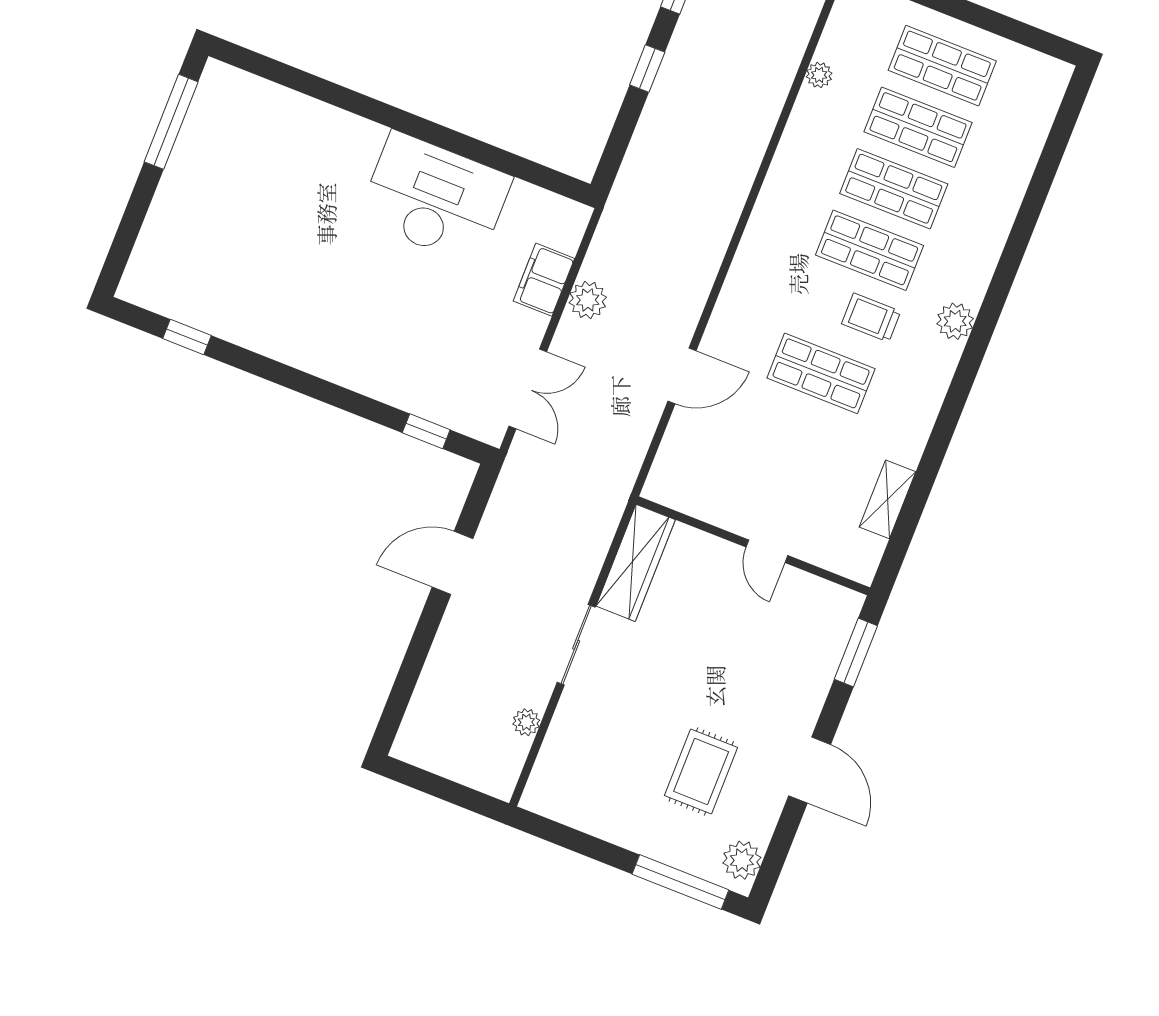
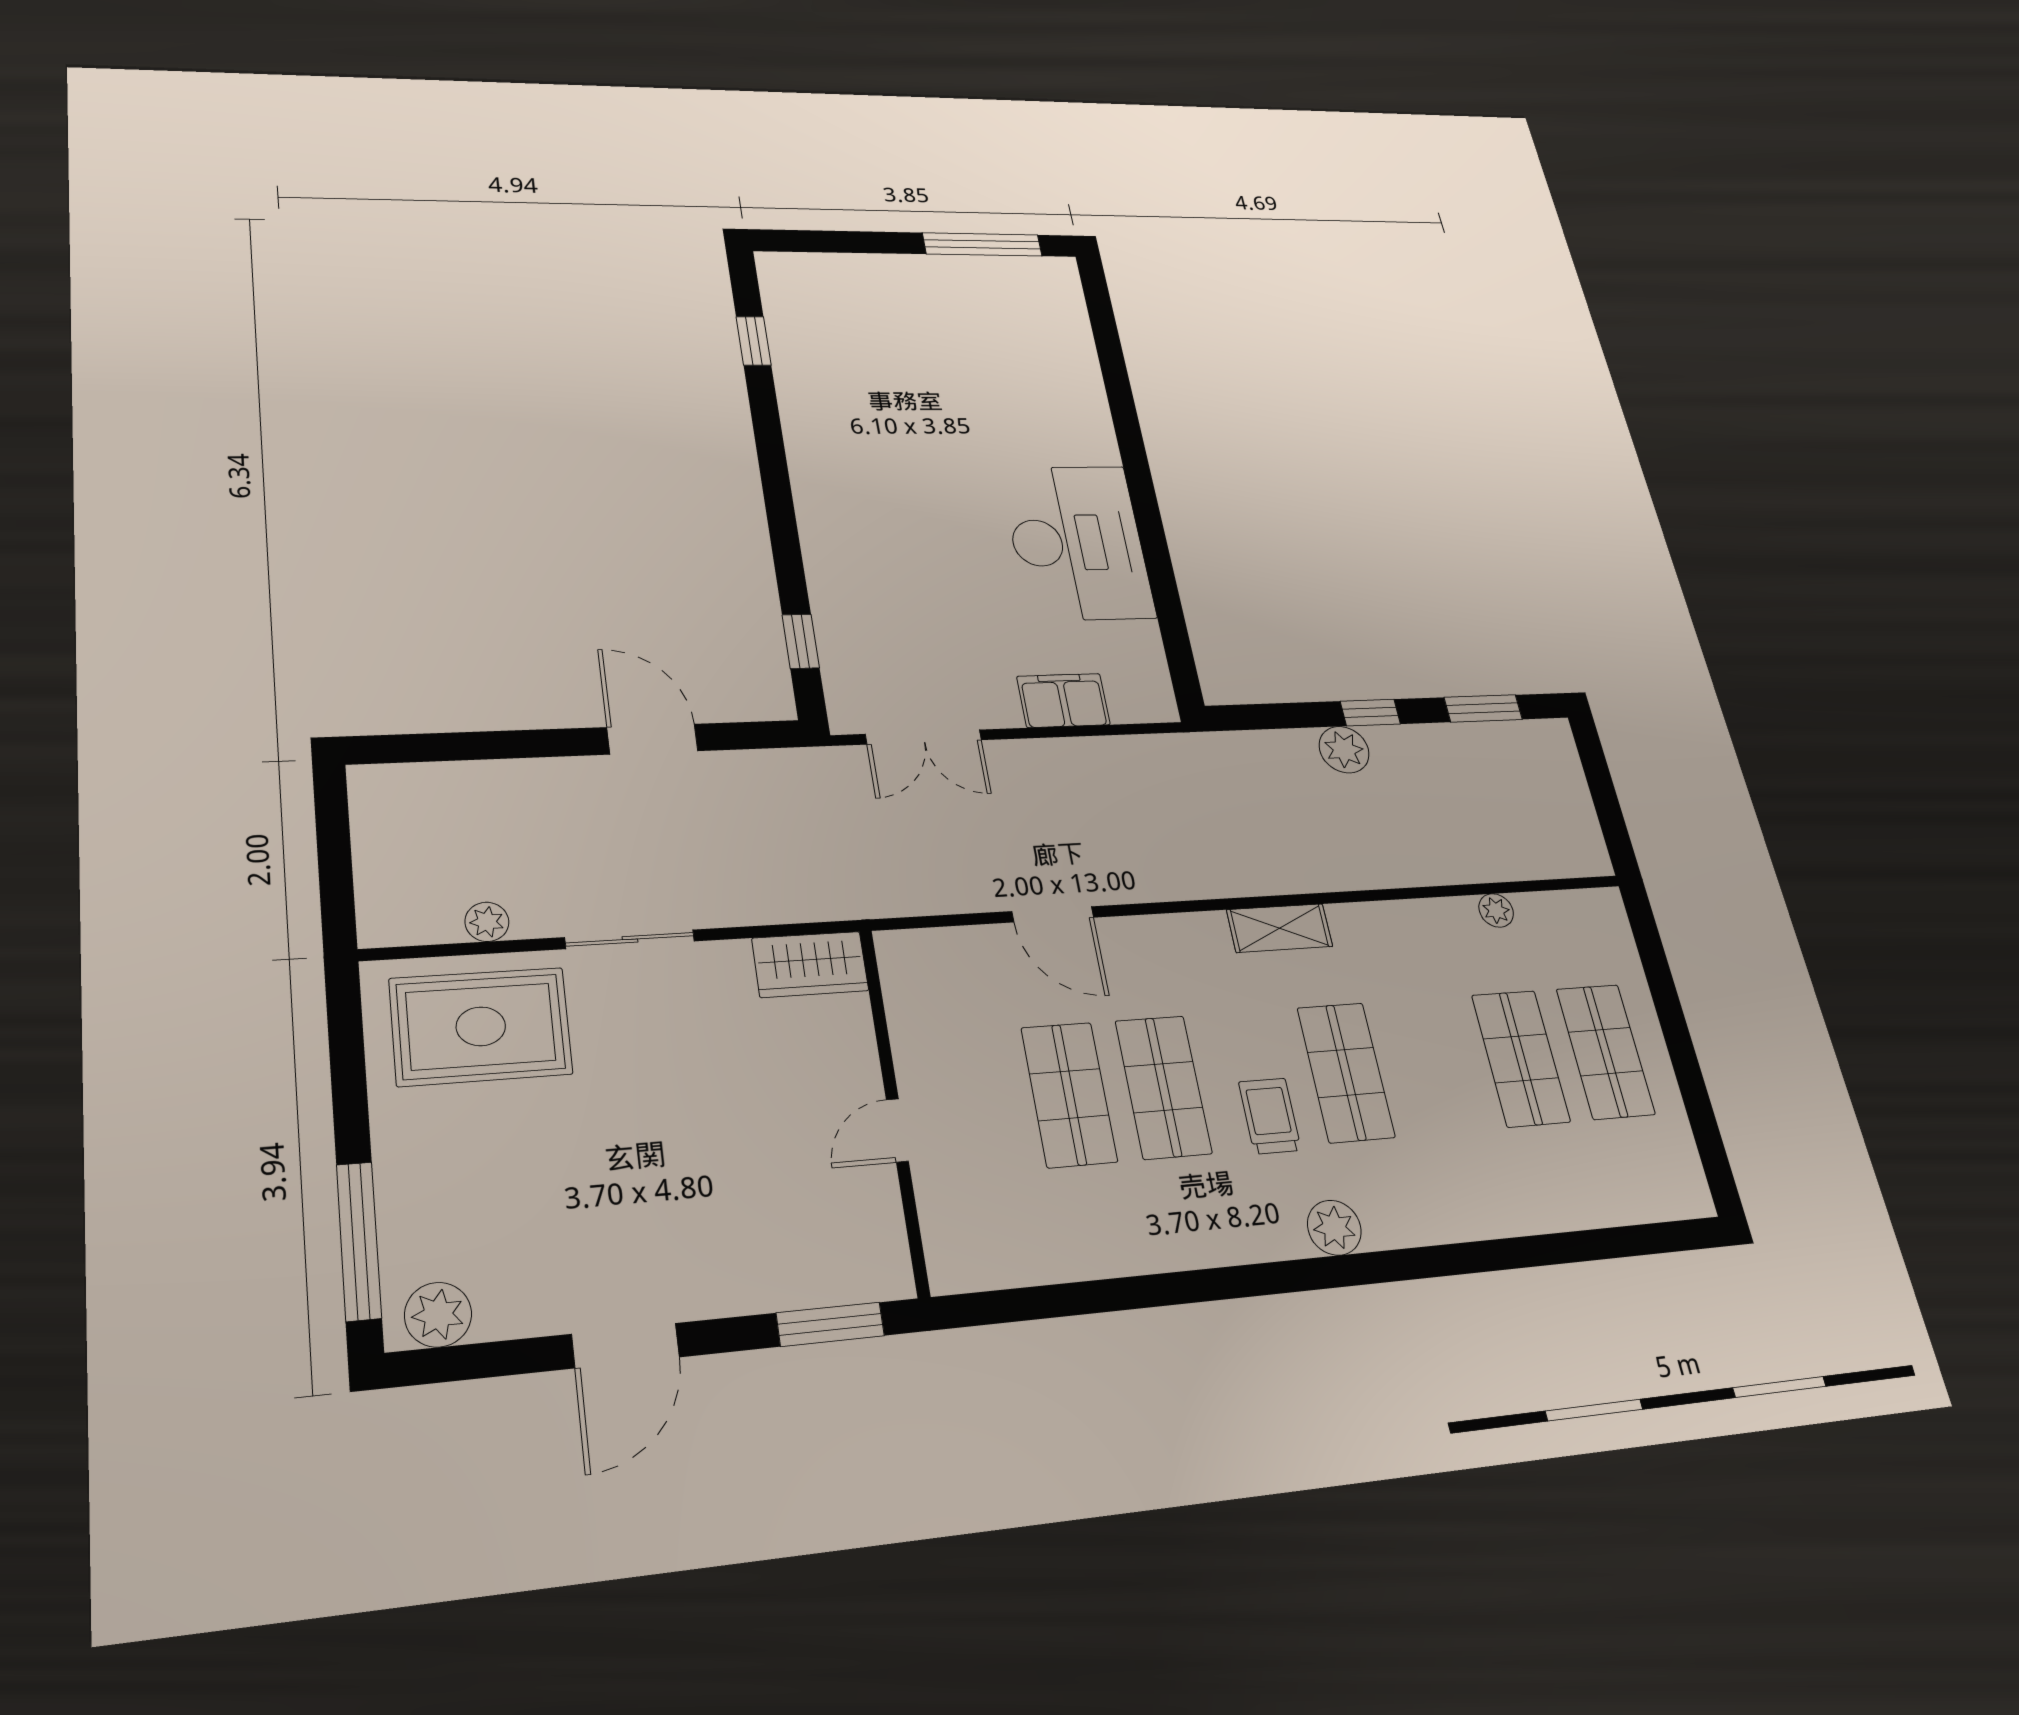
shop shelf: (894, 189) -> (1069, 1094), moved
plant: (588, 300) -> (1344, 750), moved
shelving: (887, 499) -> (1280, 928), moved
wardrobe: (636, 563) -> (810, 964), width x0.67
rug: (701, 772) -> (481, 1026), moved, width x1.36, depth x1.43

